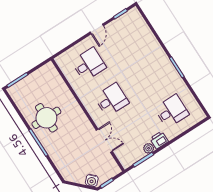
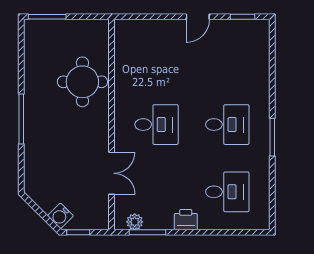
desk: (89, 64) -> (227, 125), moved
round table: (46, 118) -> (82, 82), moved
plant: (149, 148) -> (135, 222), moved

